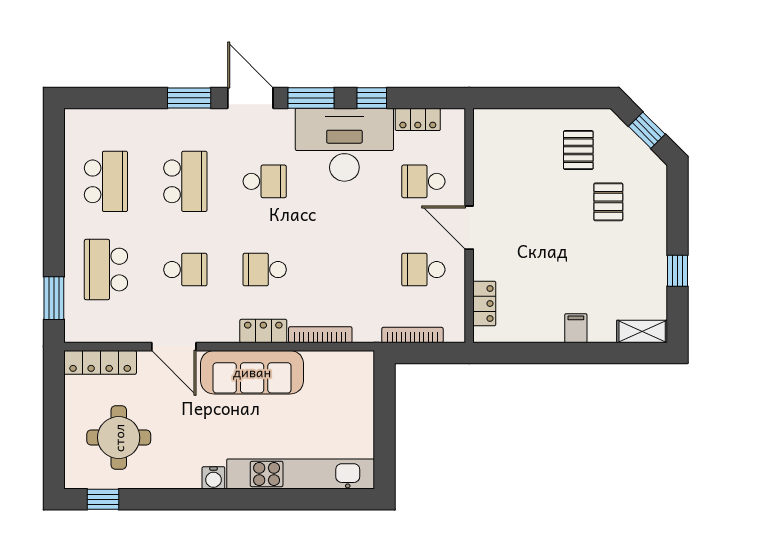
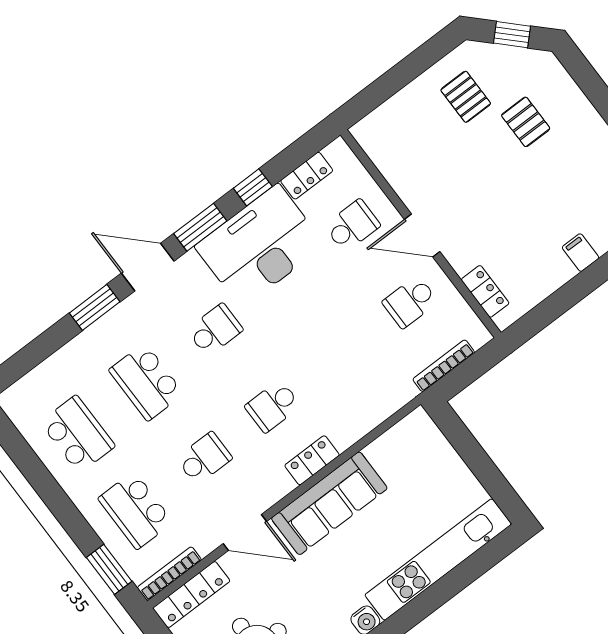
school desk: (185, 181) -> (146, 382), turned 180
school desk: (423, 181) -> (352, 226), turned 180
bookcase: (320, 335) -> (169, 574), moved

